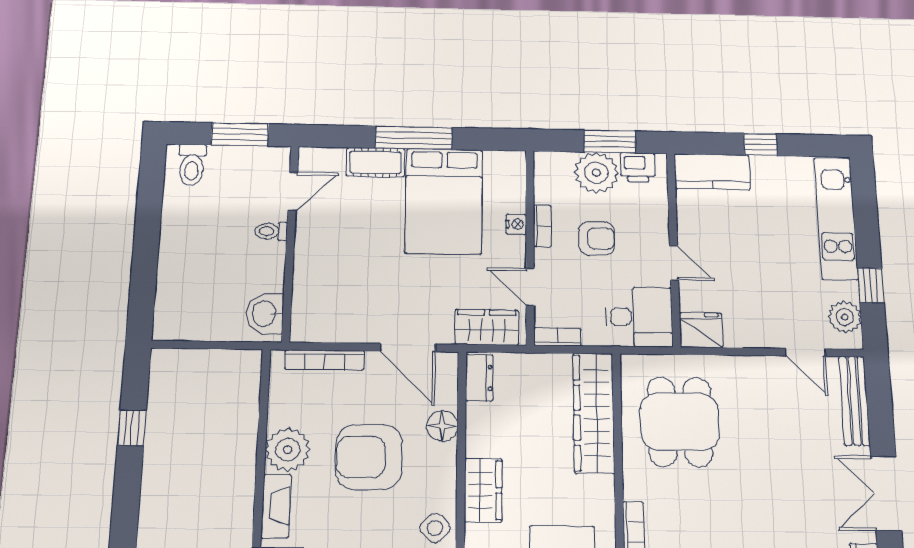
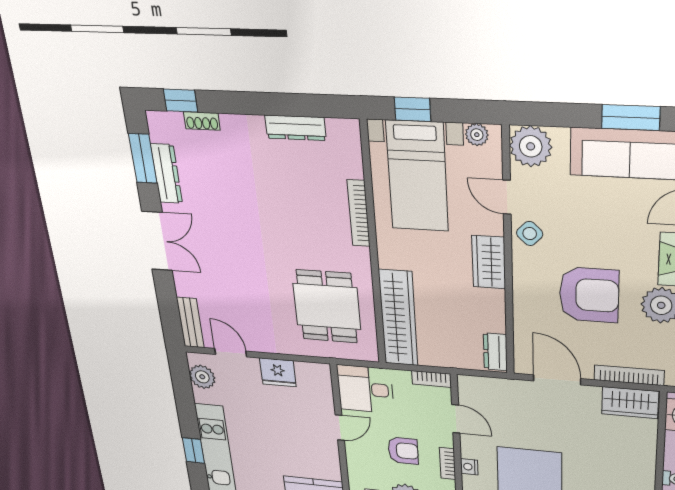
armchair: (597, 238) -> (403, 451), turned 180
door: (674, 263) -> (340, 428), swing flipped
window: (871, 285) -> (193, 450), moved
wardrobe: (487, 327) -> (630, 403), moved
fridge: (701, 330) -> (278, 372), moved
bench: (854, 401) -> (190, 323), width x0.73
floor lamp: (442, 426) -> (526, 316), removed

